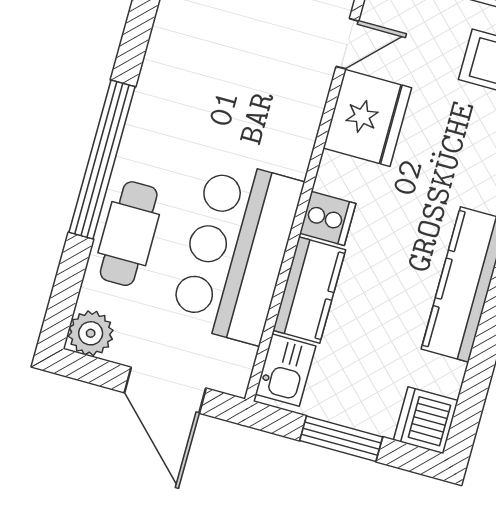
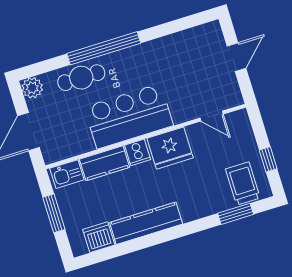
fridge: (367, 118) -> (170, 148), moved
bar counter: (237, 252) -> (129, 116), moved
dishwasher: (426, 420) -> (99, 237), moved

